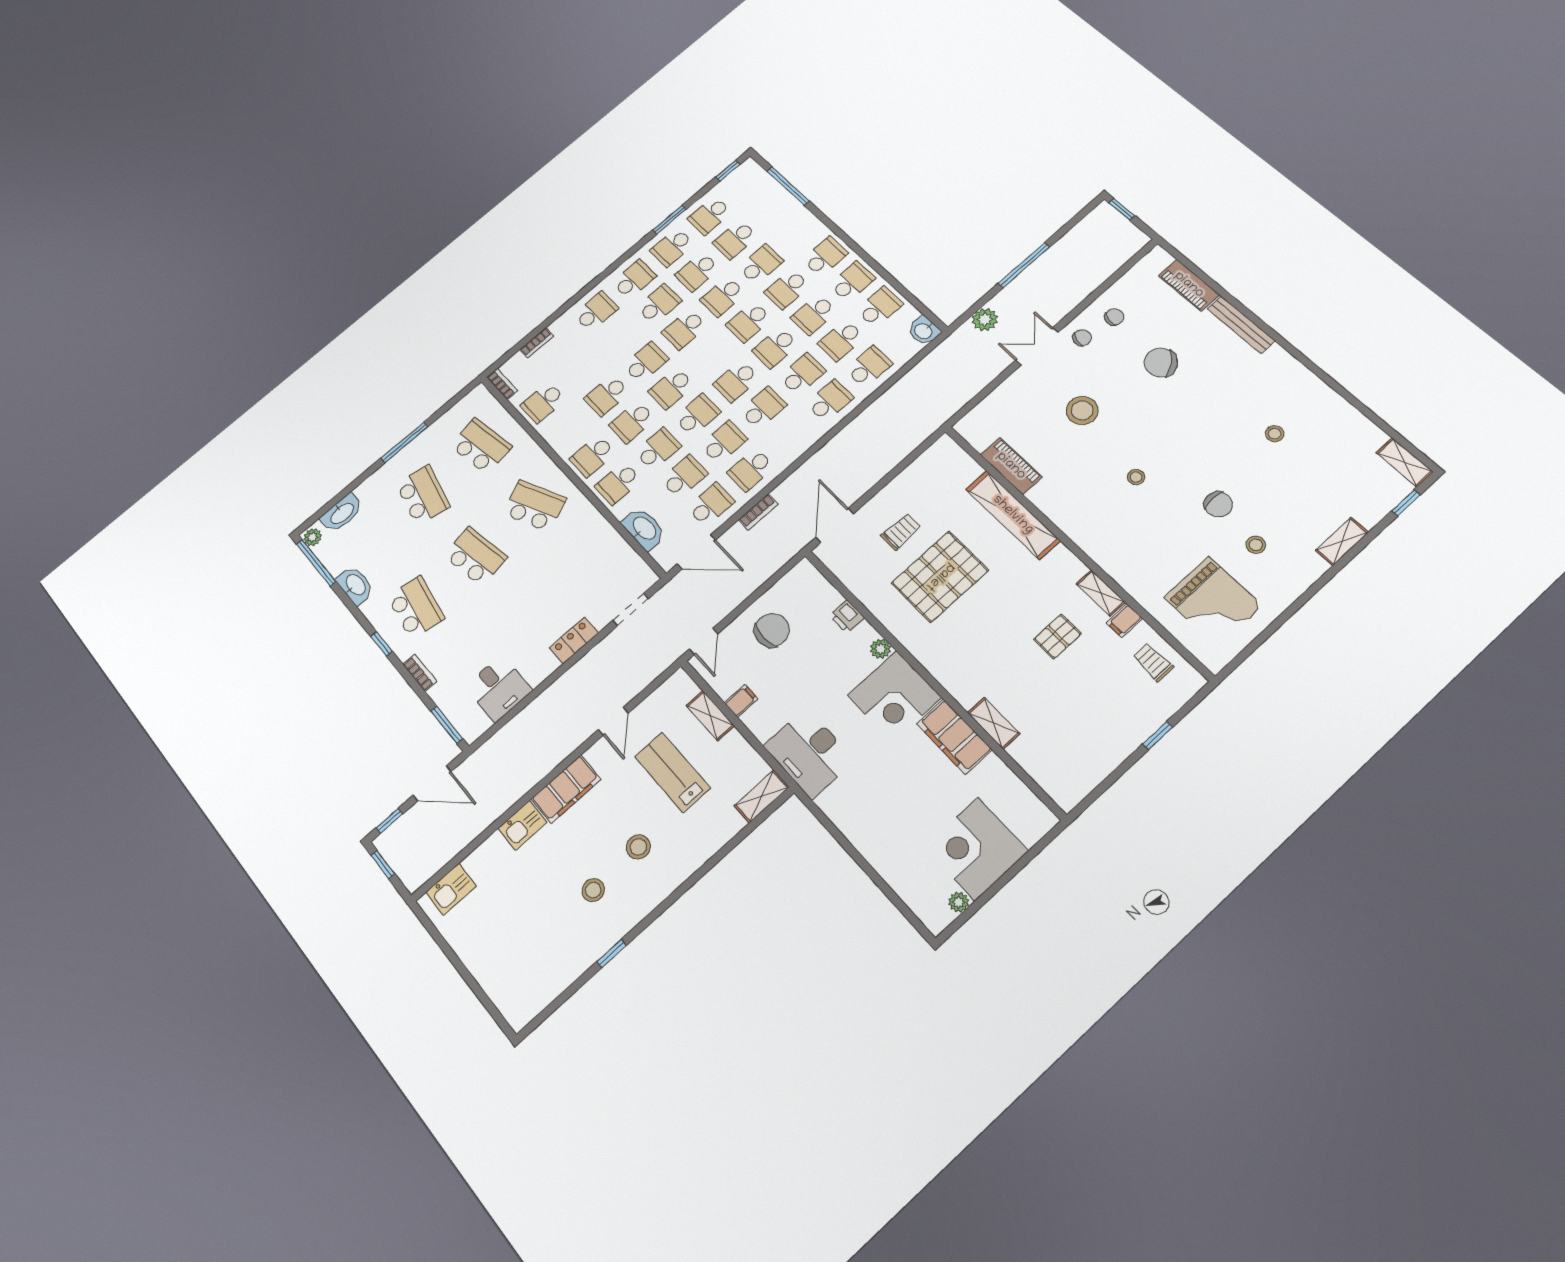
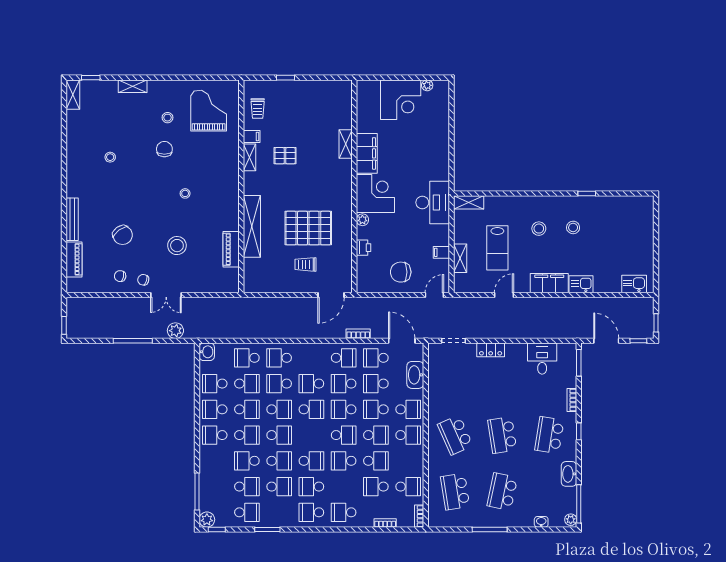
plant: (749, 170) -> (207, 520), added
school desk: (672, 247) -> (376, 487), moved, turned 180
washbasin: (342, 513) -> (541, 522), width x0.52, depth x0.69

